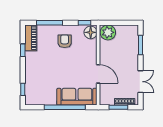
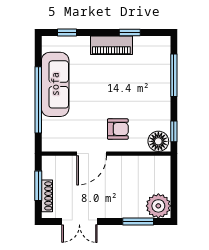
plant: (108, 32) -> (158, 206), moved
piano: (31, 38) -> (111, 45), moved
armchair: (65, 41) -> (118, 129), moved
sofa: (77, 97) -> (55, 84), moved

